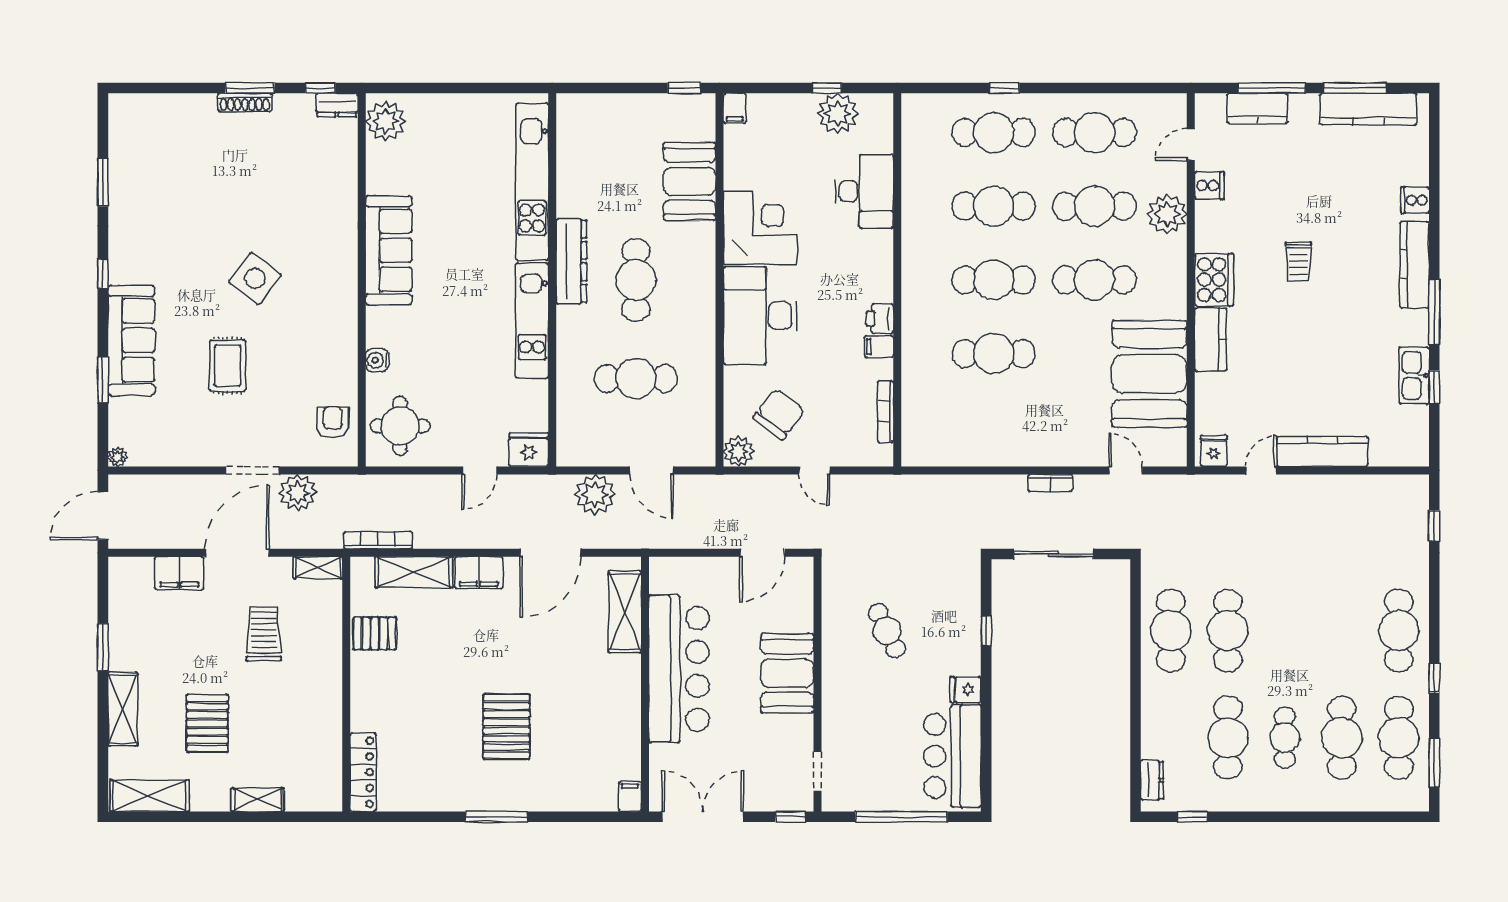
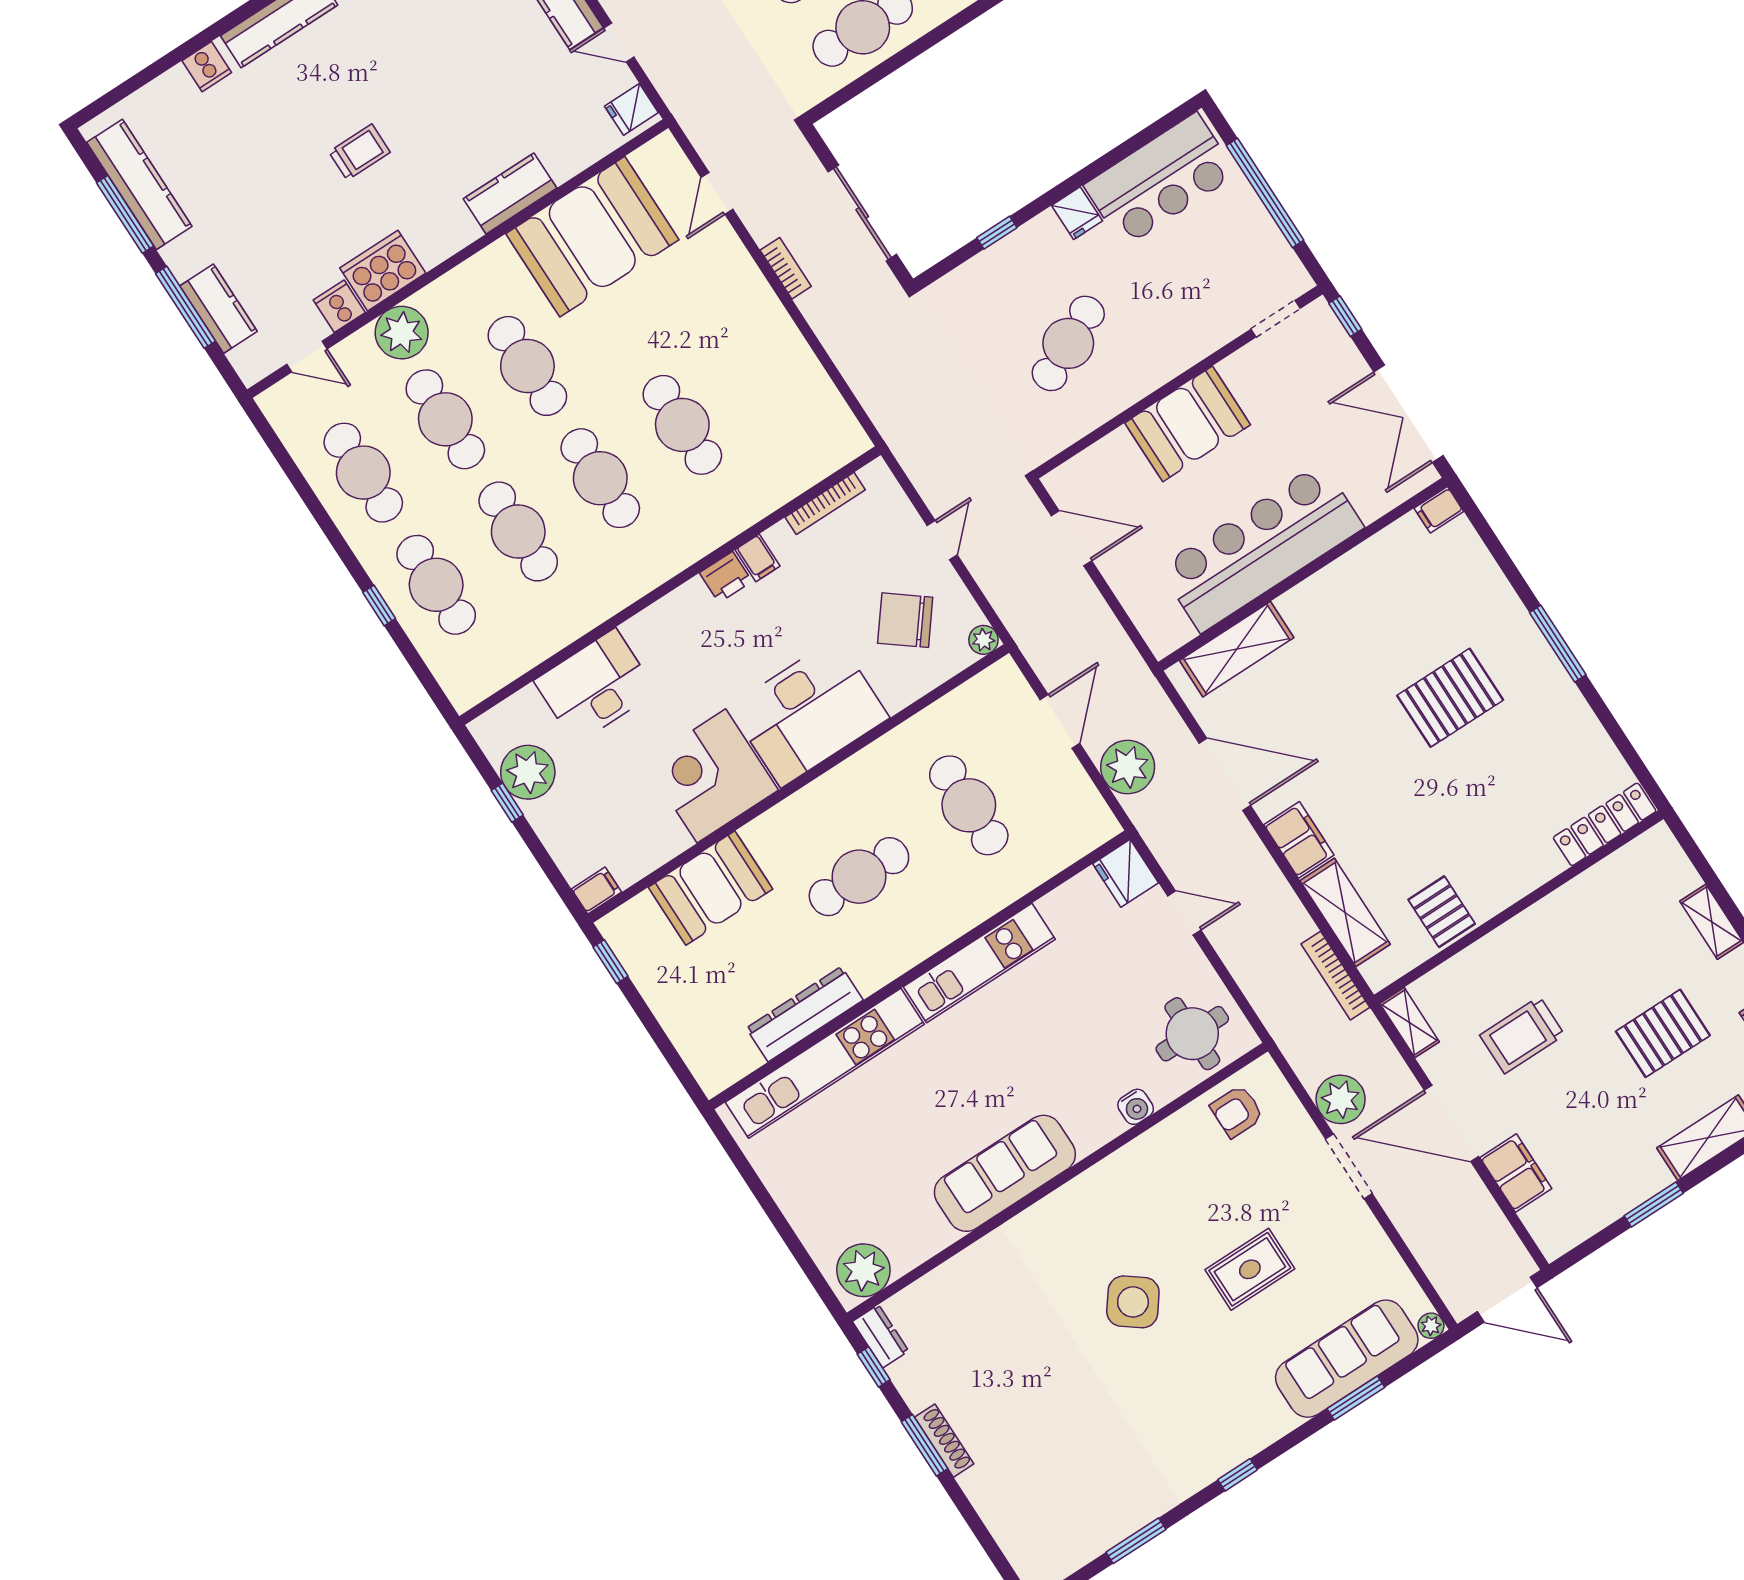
dresser: (571, 261) -> (805, 1014), moved
cooker: (1214, 280) -> (383, 271), moved
sofa: (131, 340) -> (1347, 1359), moved
plant: (739, 451) -> (983, 640), width x0.73, depth x0.73
cafe table: (887, 631) -> (1068, 343), width x1.37, depth x1.35

